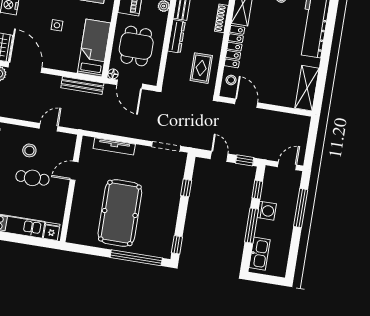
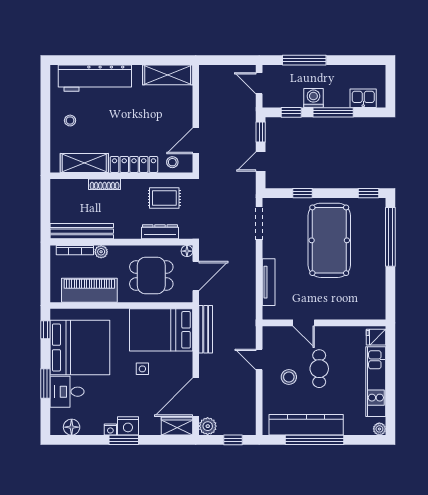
dresser: (176, 36) -> (160, 232), moved
bed: (94, 48) -> (161, 330), width x1.50
floor lamp: (113, 74) -> (187, 251), moved
pool table: (120, 213) -> (329, 240), moved, turned 90
kitchen sink: (260, 254) -> (363, 98), width x0.73

